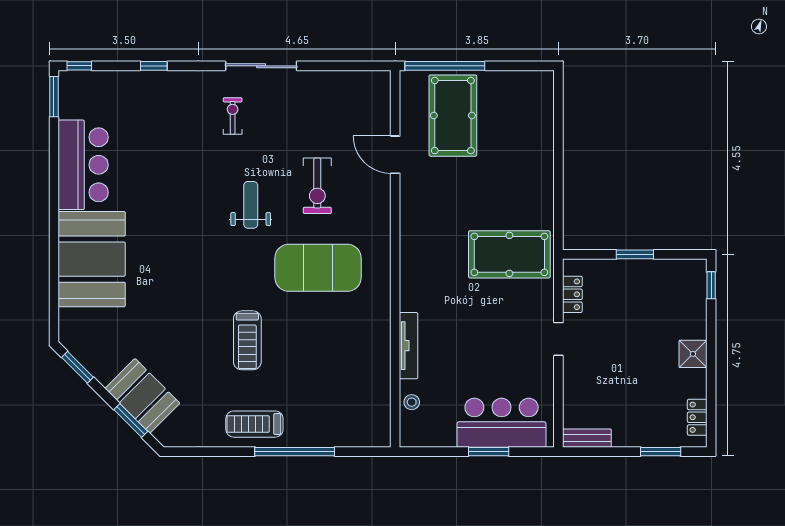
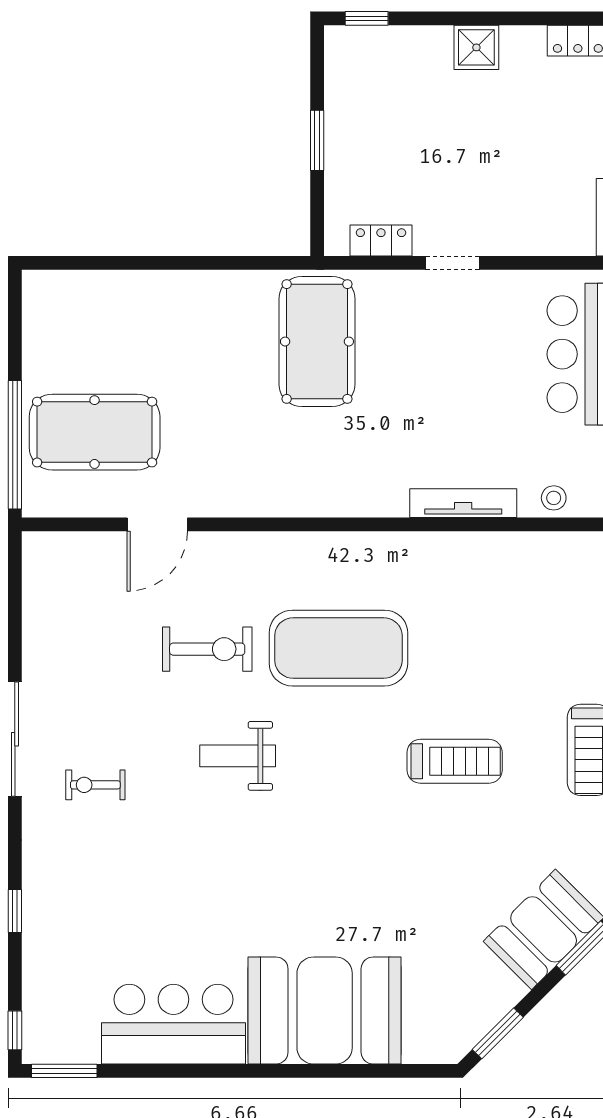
exercise mat: (318, 268) -> (338, 648), turned 90

